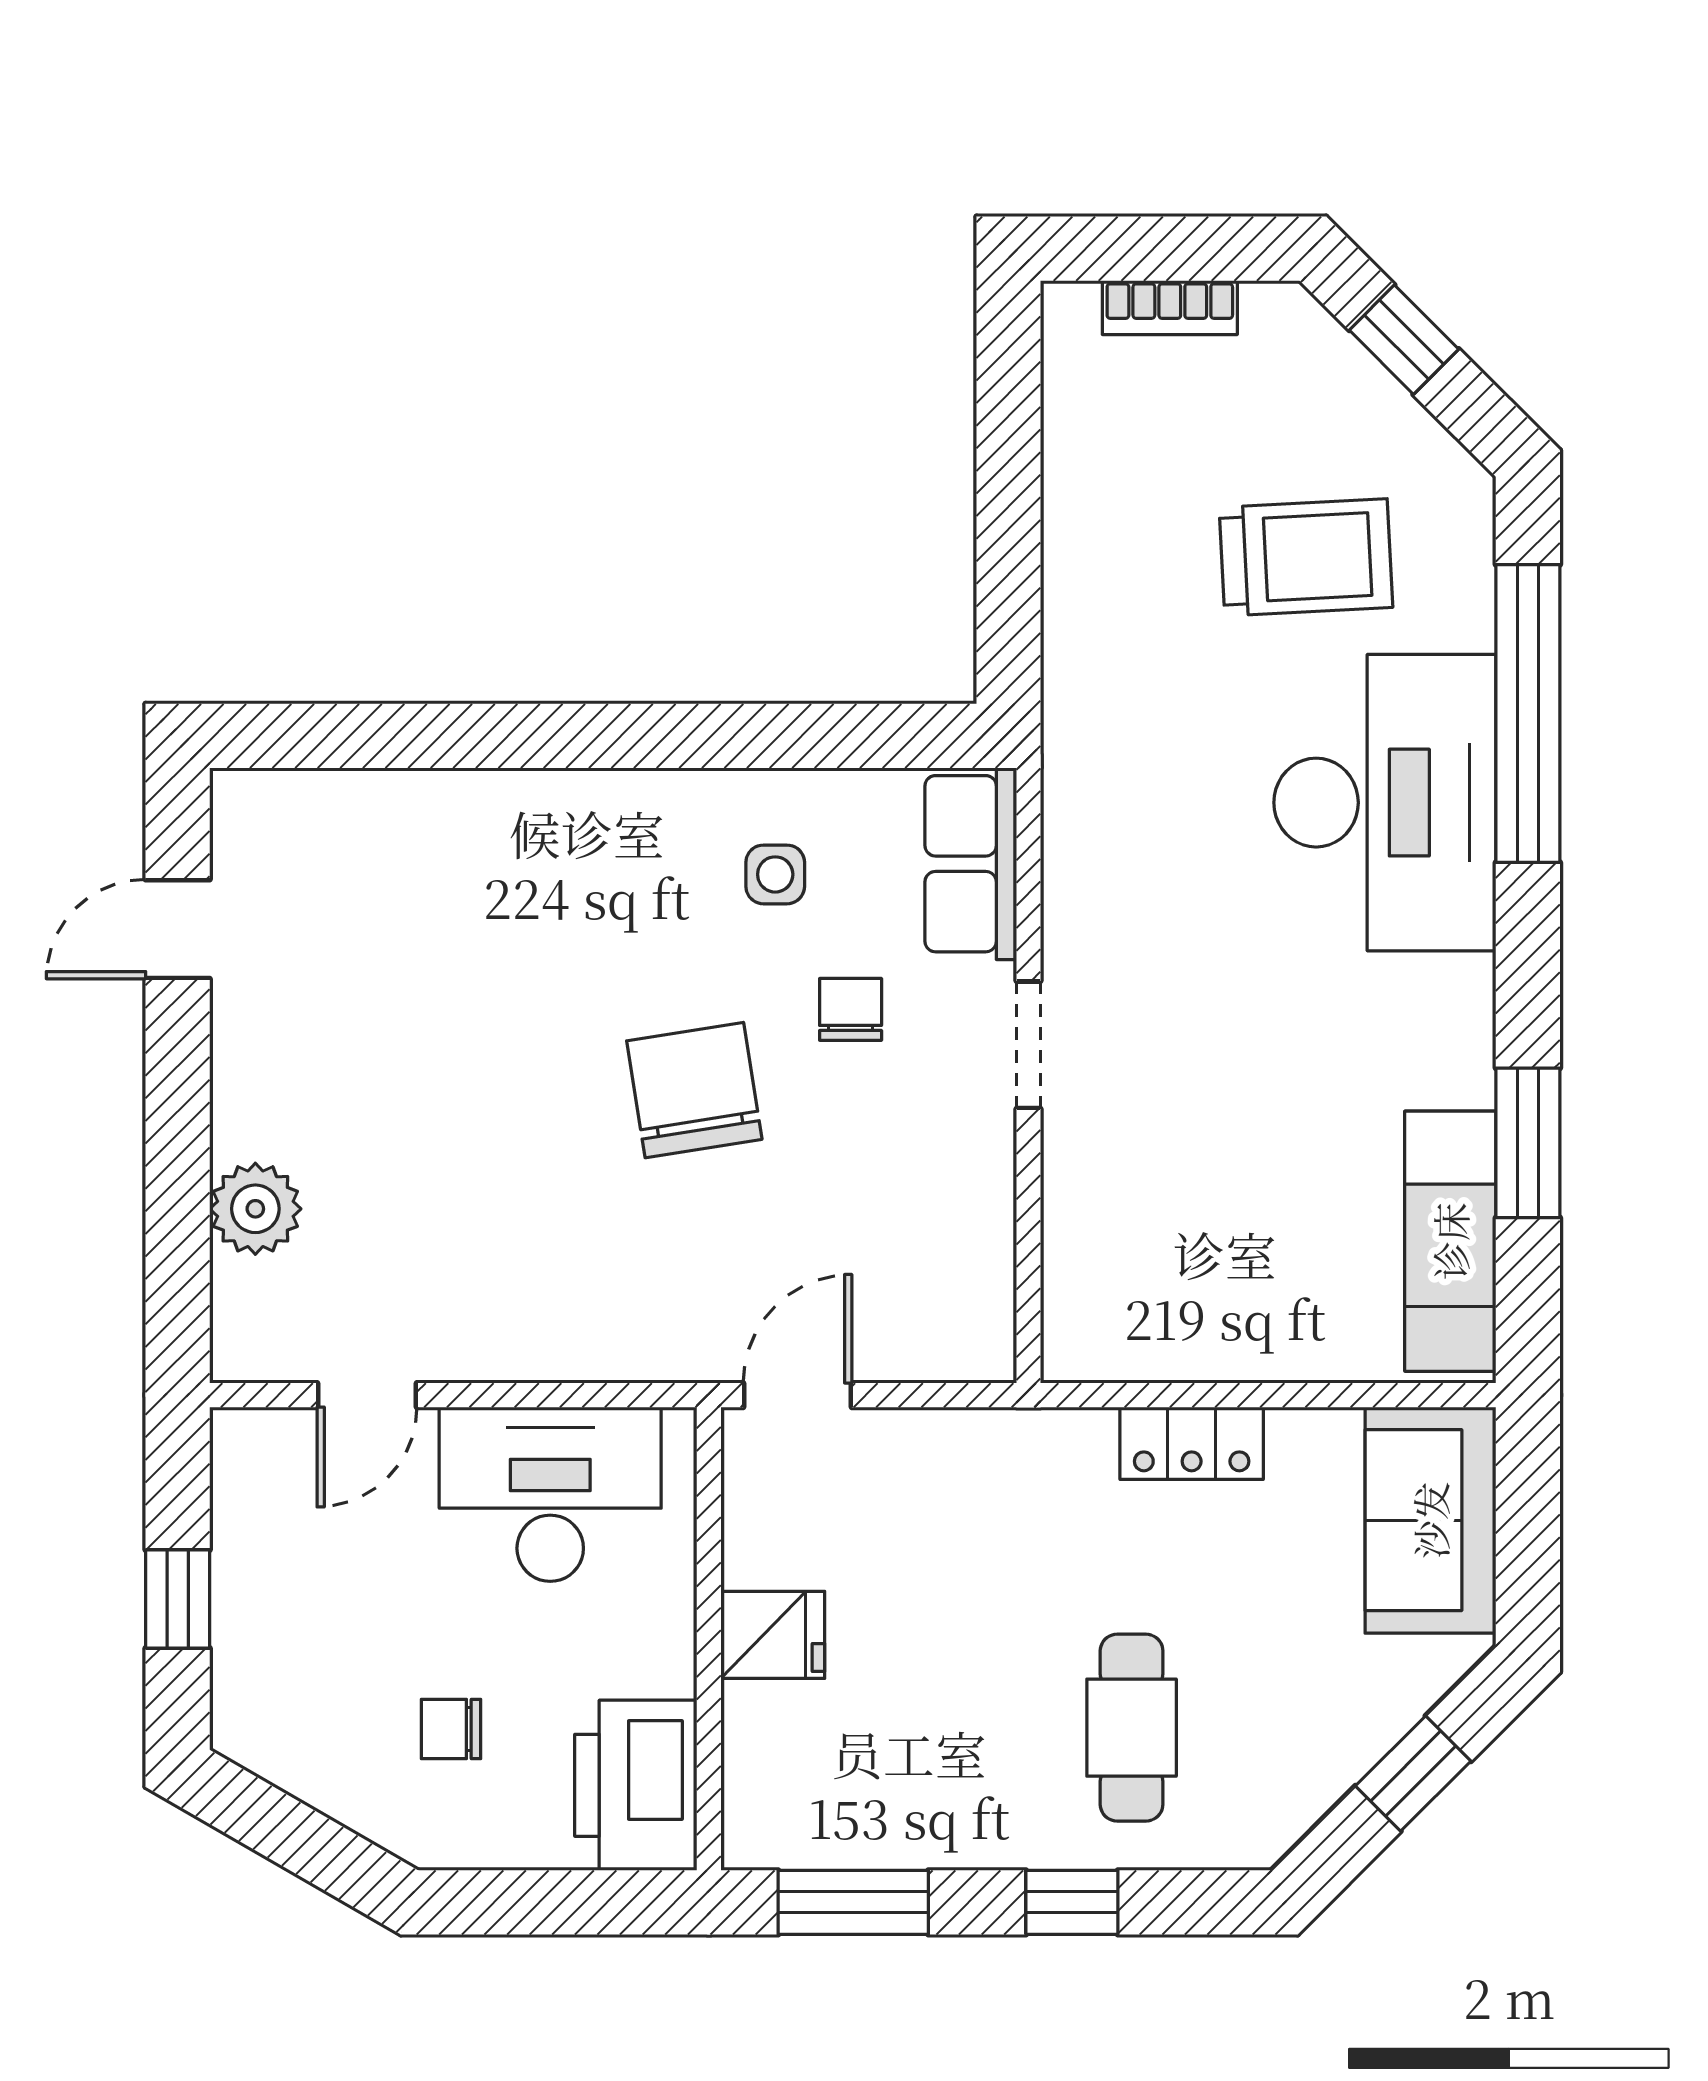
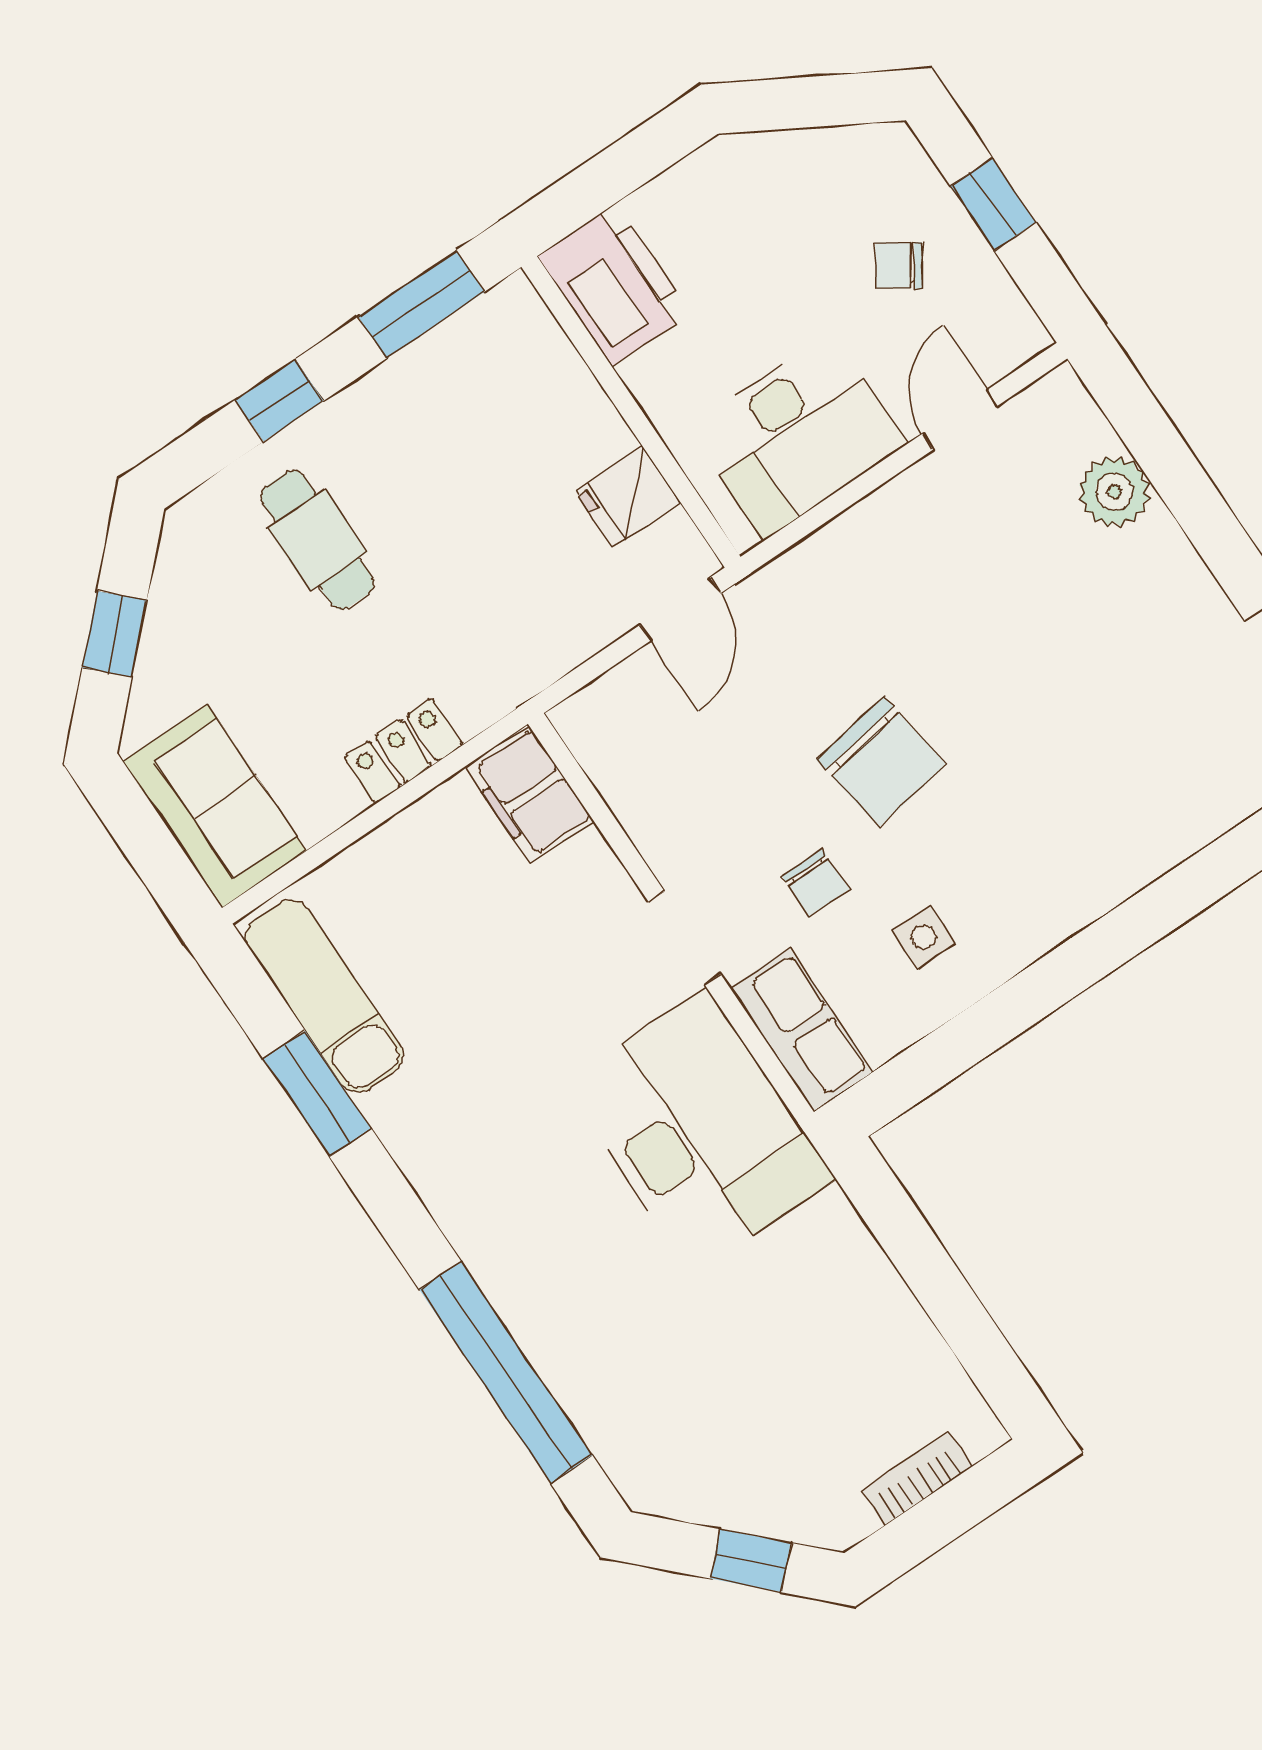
trolley: (1306, 557) -> (719, 1376), removed
desk: (1385, 803) -> (699, 1132), moved, turned 180
filing cabinet: (1089, 1307) -> (530, 794), added
fridge: (773, 1635) -> (628, 496), moved
chair: (451, 1729) -> (899, 266), moved, turned -146

